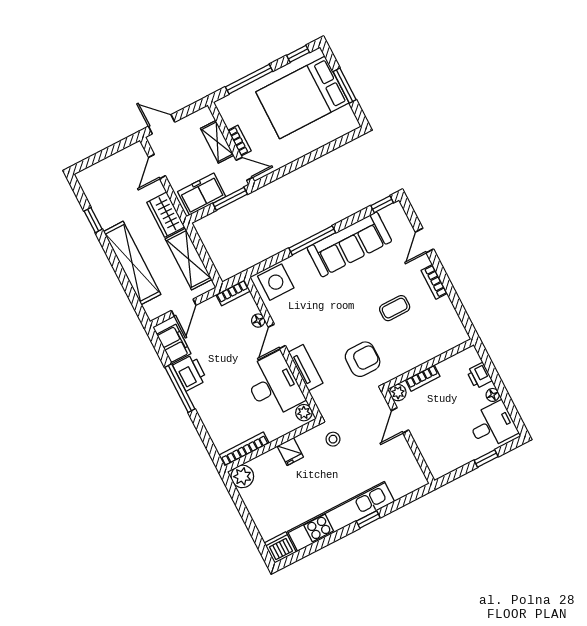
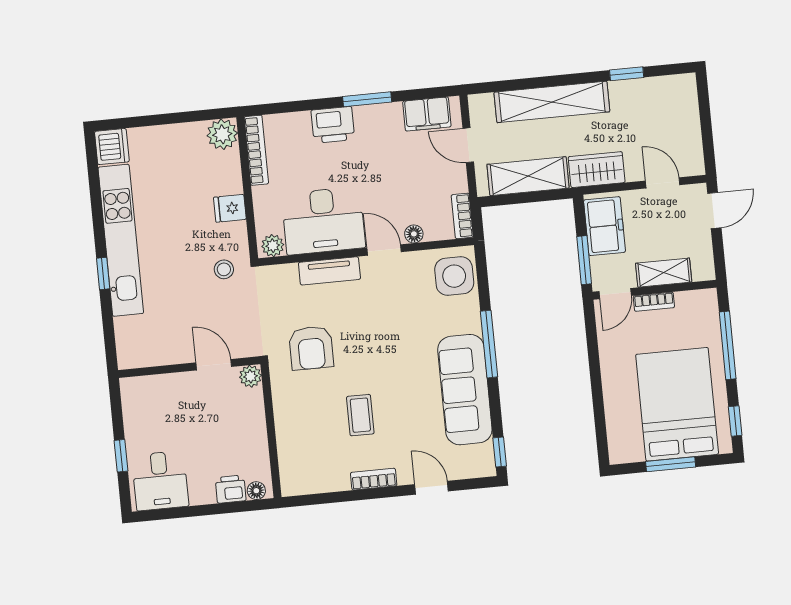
printer: (190, 373) -> (333, 125), moved
bookcase: (423, 378) -> (256, 415), removed
window: (180, 388) -> (367, 99), width x0.69
floor lamp: (493, 395) -> (256, 491), moved

